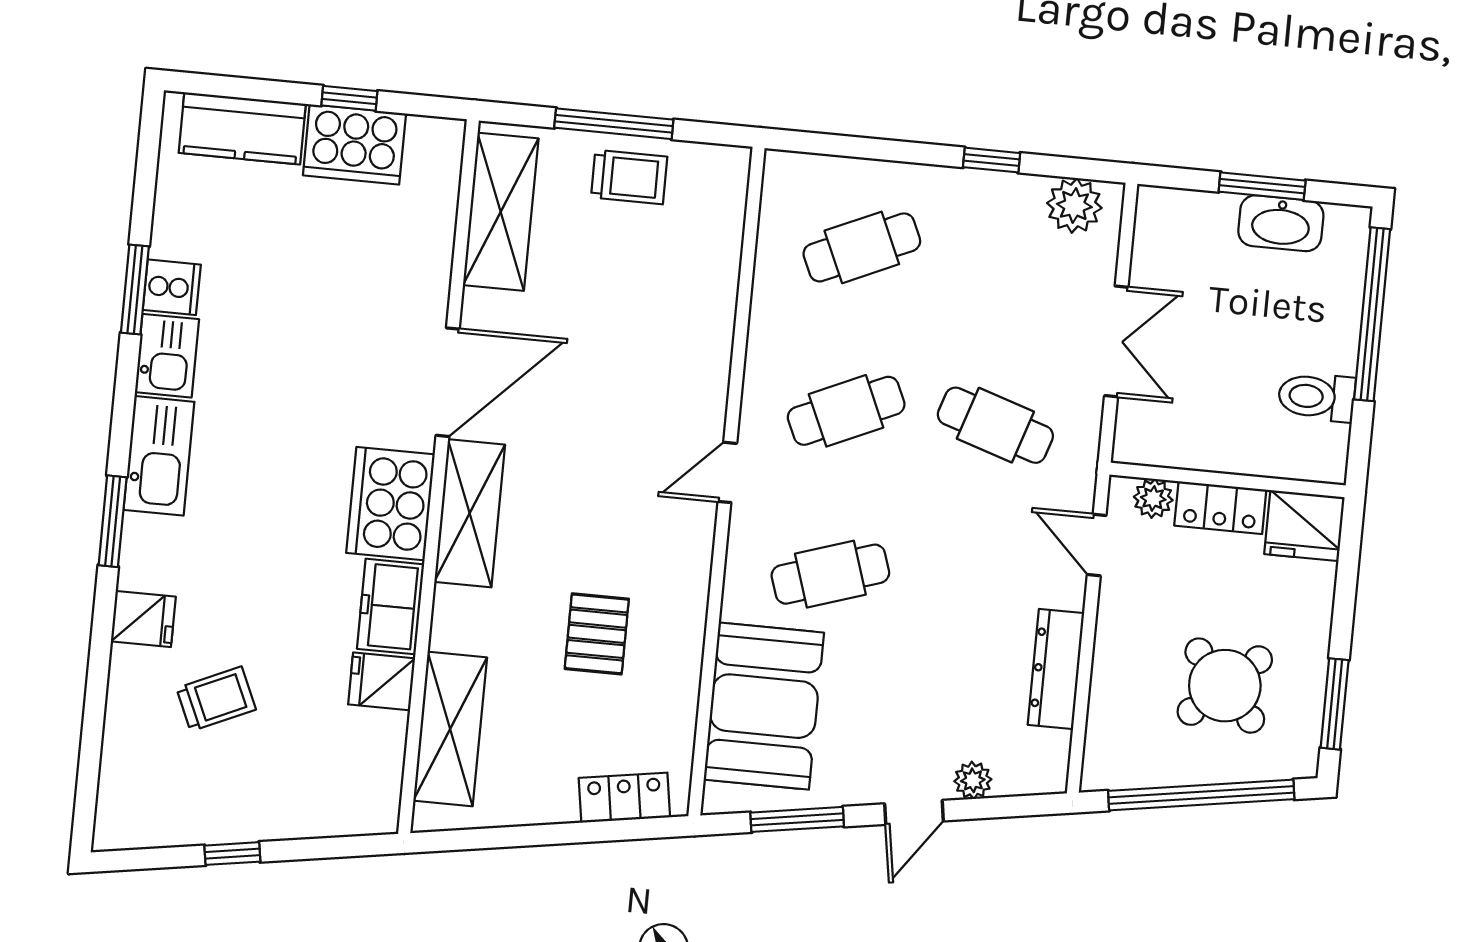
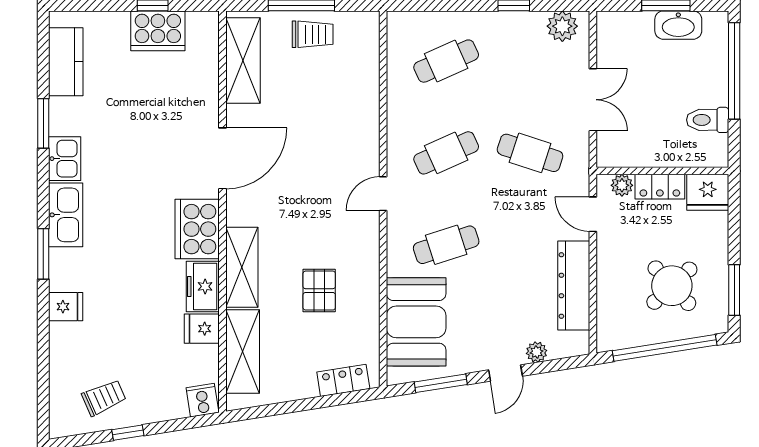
kitchen counter: (242, 128) -> (66, 62), moved, turned -90
cooker: (172, 287) -> (202, 400), moved, turned -99
shelving: (470, 513) -> (242, 267), moved
dresser: (1056, 669) -> (574, 285), width x1.37, depth x1.24
trolley: (216, 699) -> (104, 398), moved

